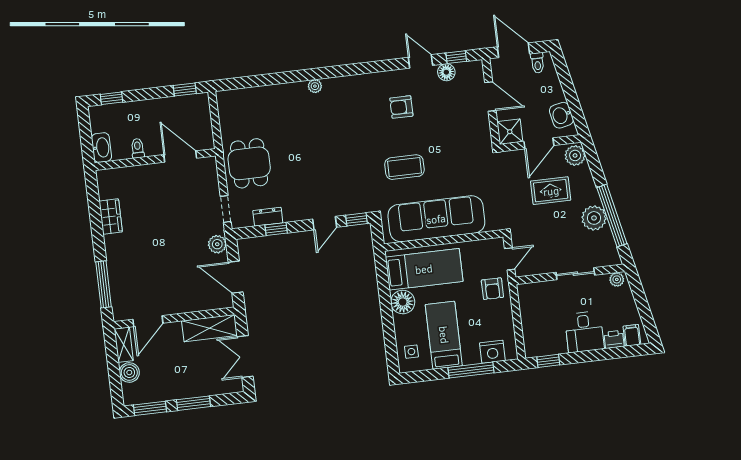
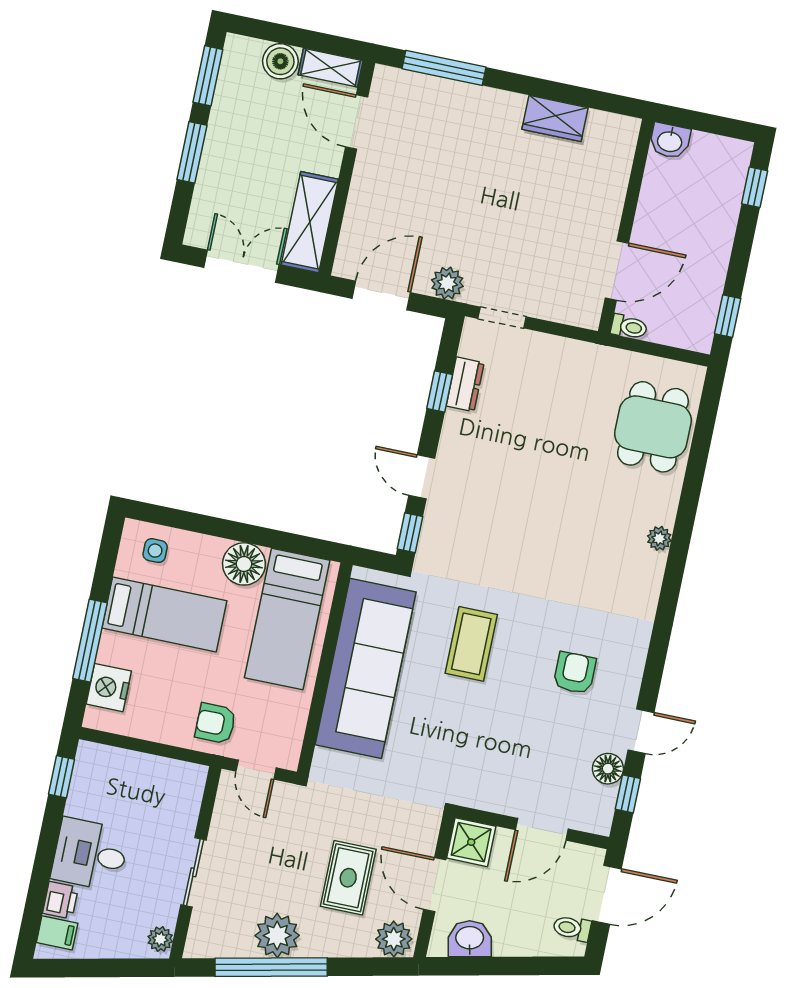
washbasin: (101, 148) -> (670, 141), width x0.72
toilet: (138, 148) -> (629, 327), moved
dining table: (249, 163) -> (653, 427), moved, turned 90

